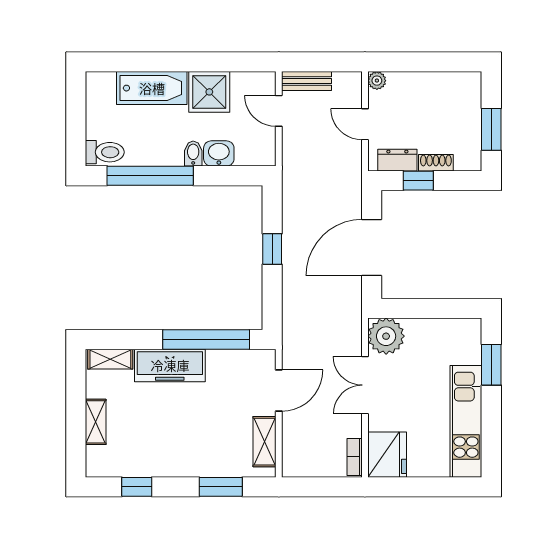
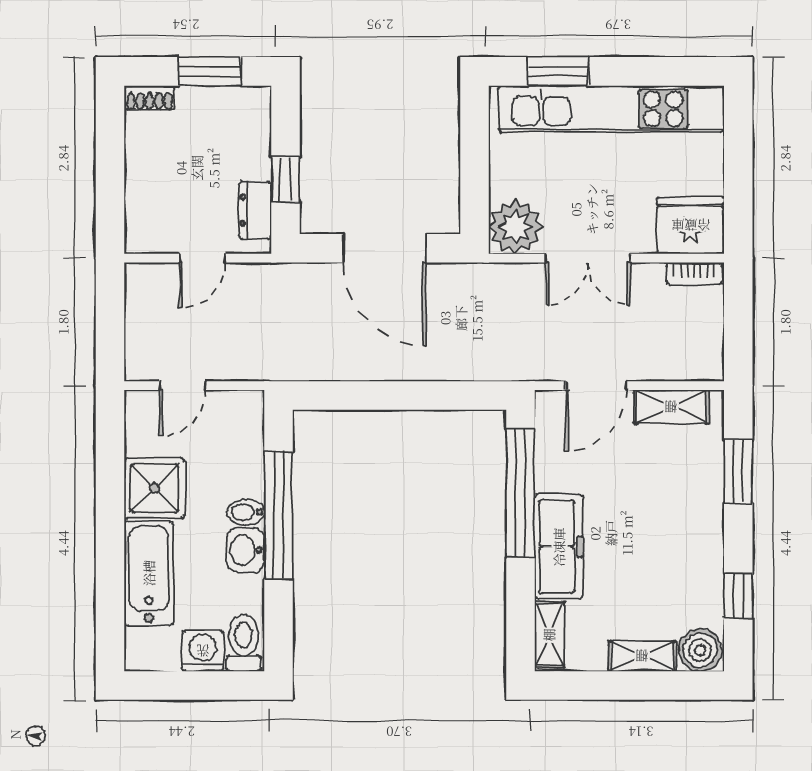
bench: (307, 81) -> (138, 344), removed
plant: (377, 81) -> (138, 240), removed
washing machine: (99, 125) -> (203, 651), added
washbasin: (219, 153) -> (245, 550), moved
shoe rack: (436, 163) -> (150, 98), moved, turned -90
window: (150, 176) -> (278, 515), moved
window: (272, 249) -> (387, 395), removed
door: (279, 391) -> (596, 386), swing flipped
kitchen unit: (466, 421) -> (611, 109), width x1.36
boiler: (100, 461) -> (700, 650), added

